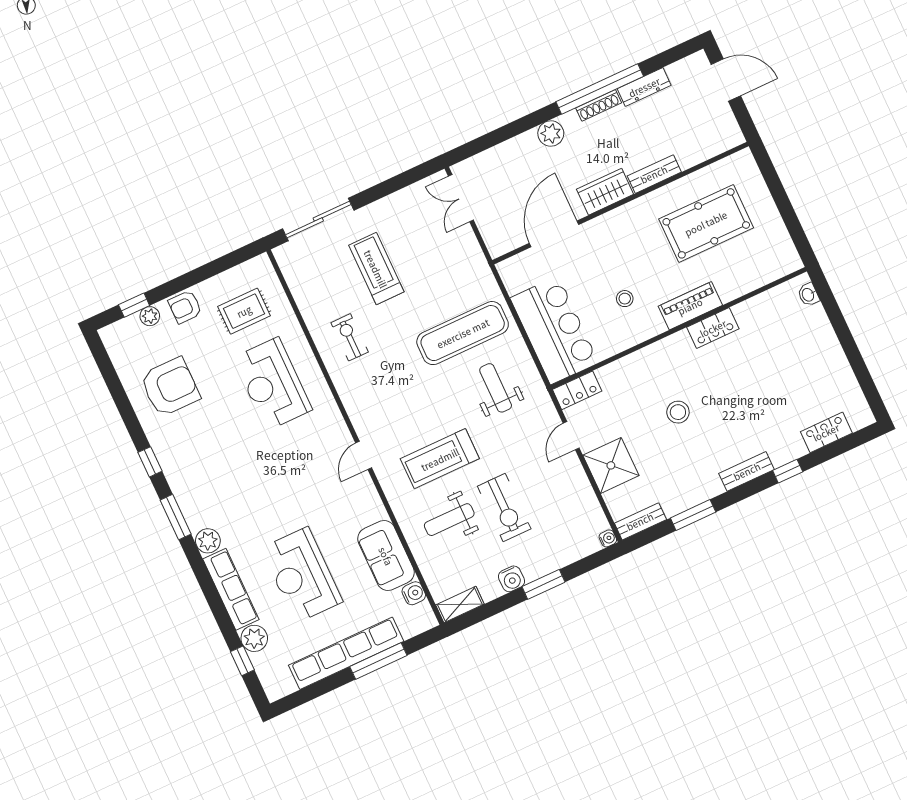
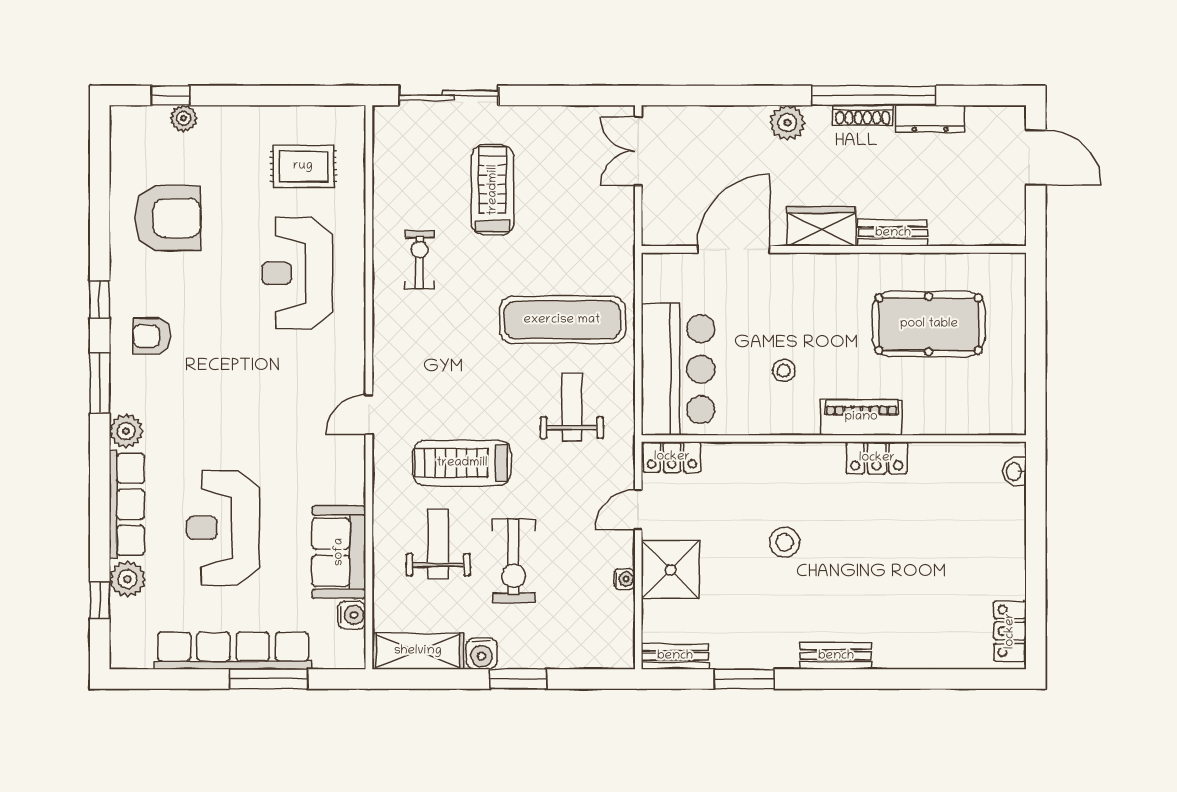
armchair: (185, 307) -> (151, 336), moved
locker: (826, 432) -> (1010, 631), moved, turned -90
window: (788, 471) -> (887, 679), removed
weight bench: (449, 520) -> (438, 544), turned 90
water cooler: (608, 538) -> (625, 579), moved
shelving: (460, 605) -> (418, 651), width x1.50, depth x1.33

